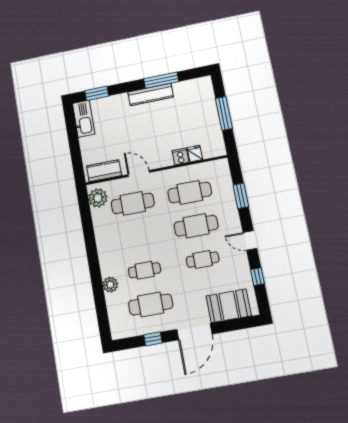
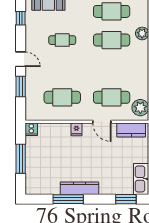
fridge: (195, 154) -> (76, 129), moved
cooker: (181, 156) -> (31, 129), moved
cafe table: (196, 226) -> (62, 69), removed
door: (250, 241) -> (21, 59), moved
cafe table: (145, 270) -> (112, 40), width x1.37, depth x1.35

